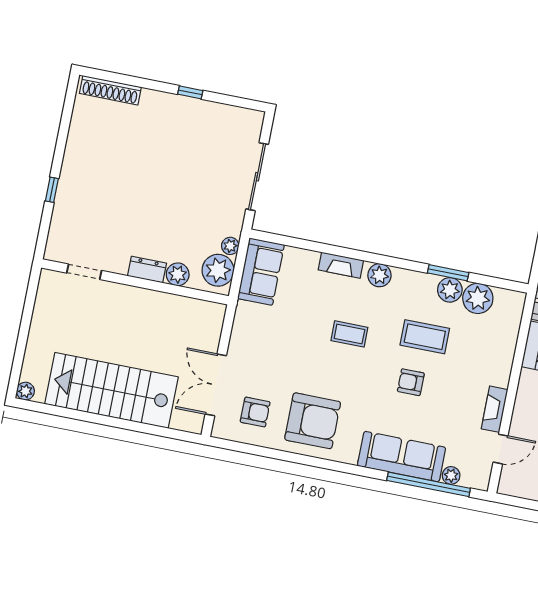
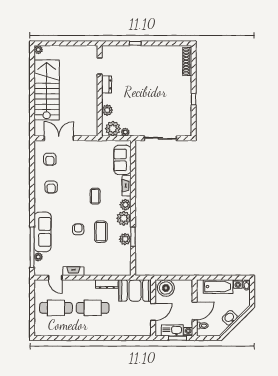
dresser: (147, 270) -> (107, 84), moved
sofa: (261, 272) -> (122, 160), moved, turned 90
plant: (478, 298) -> (124, 218), moved
armchair: (313, 421) -> (51, 187), width x0.53, depth x0.53

